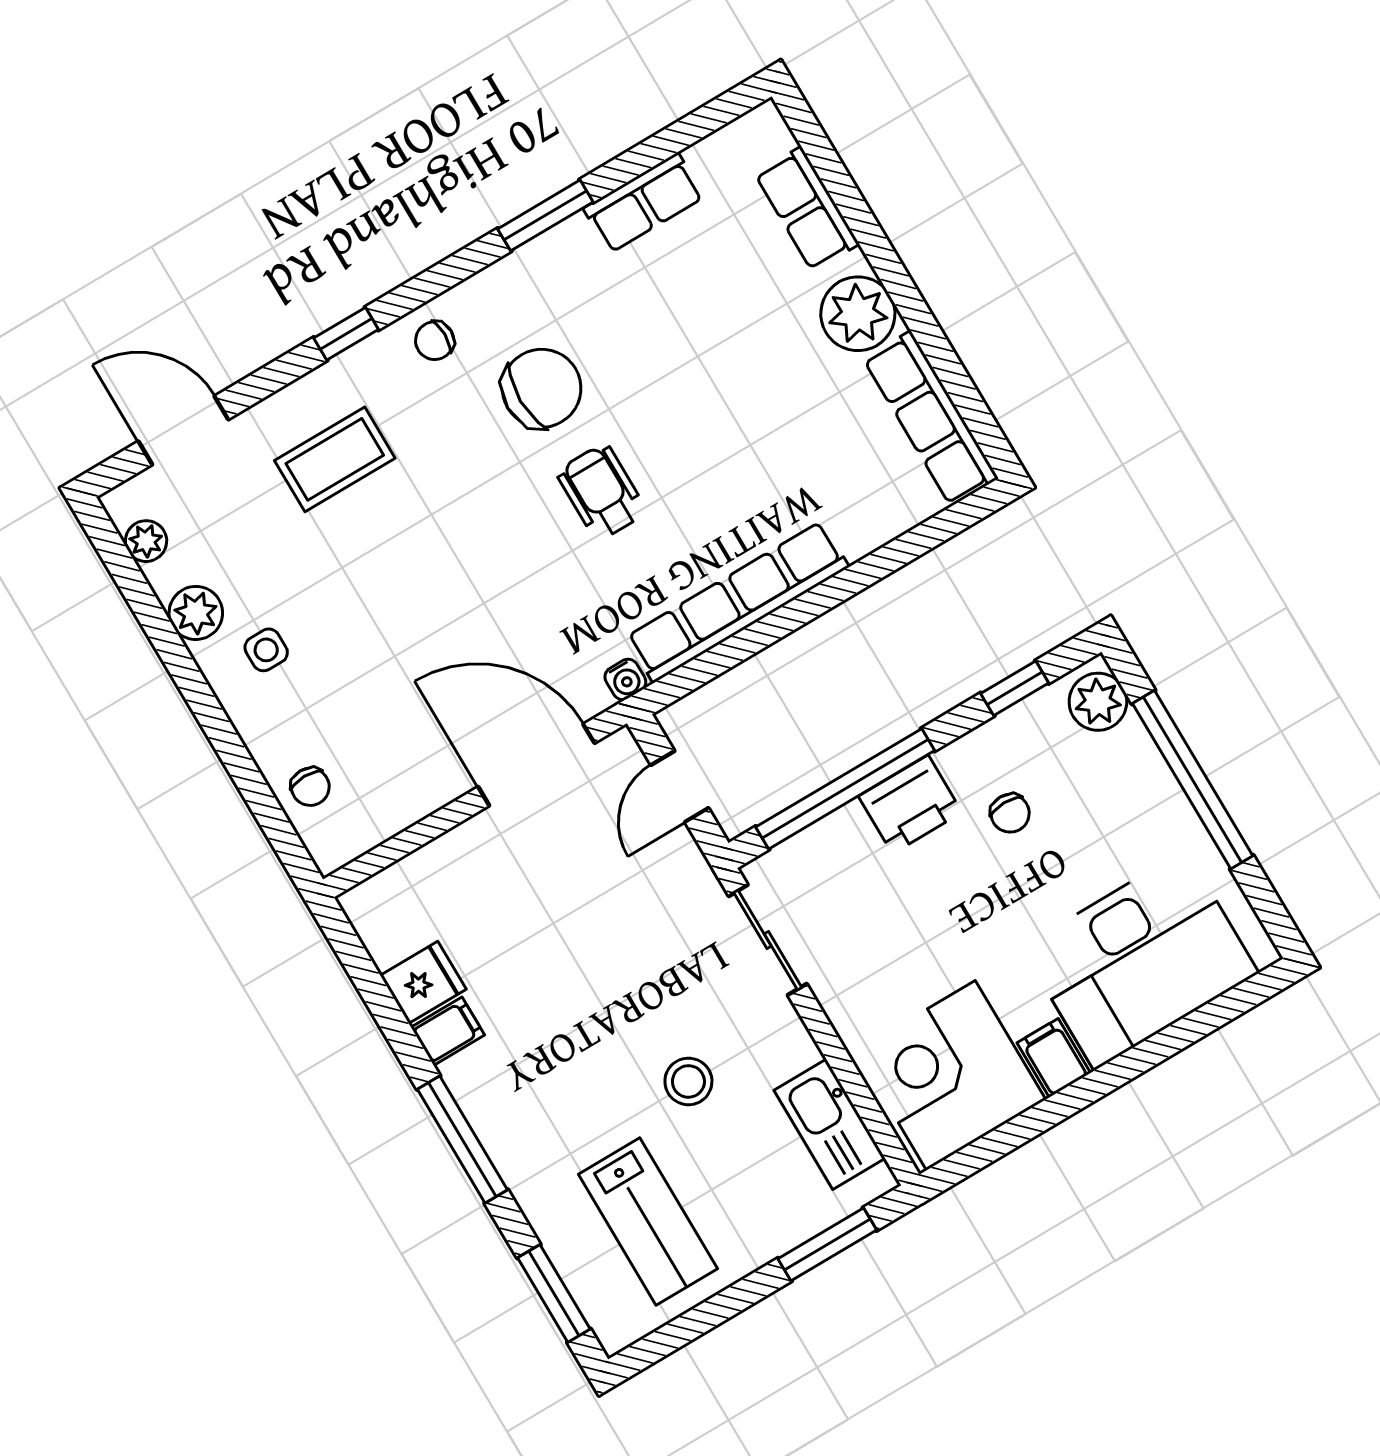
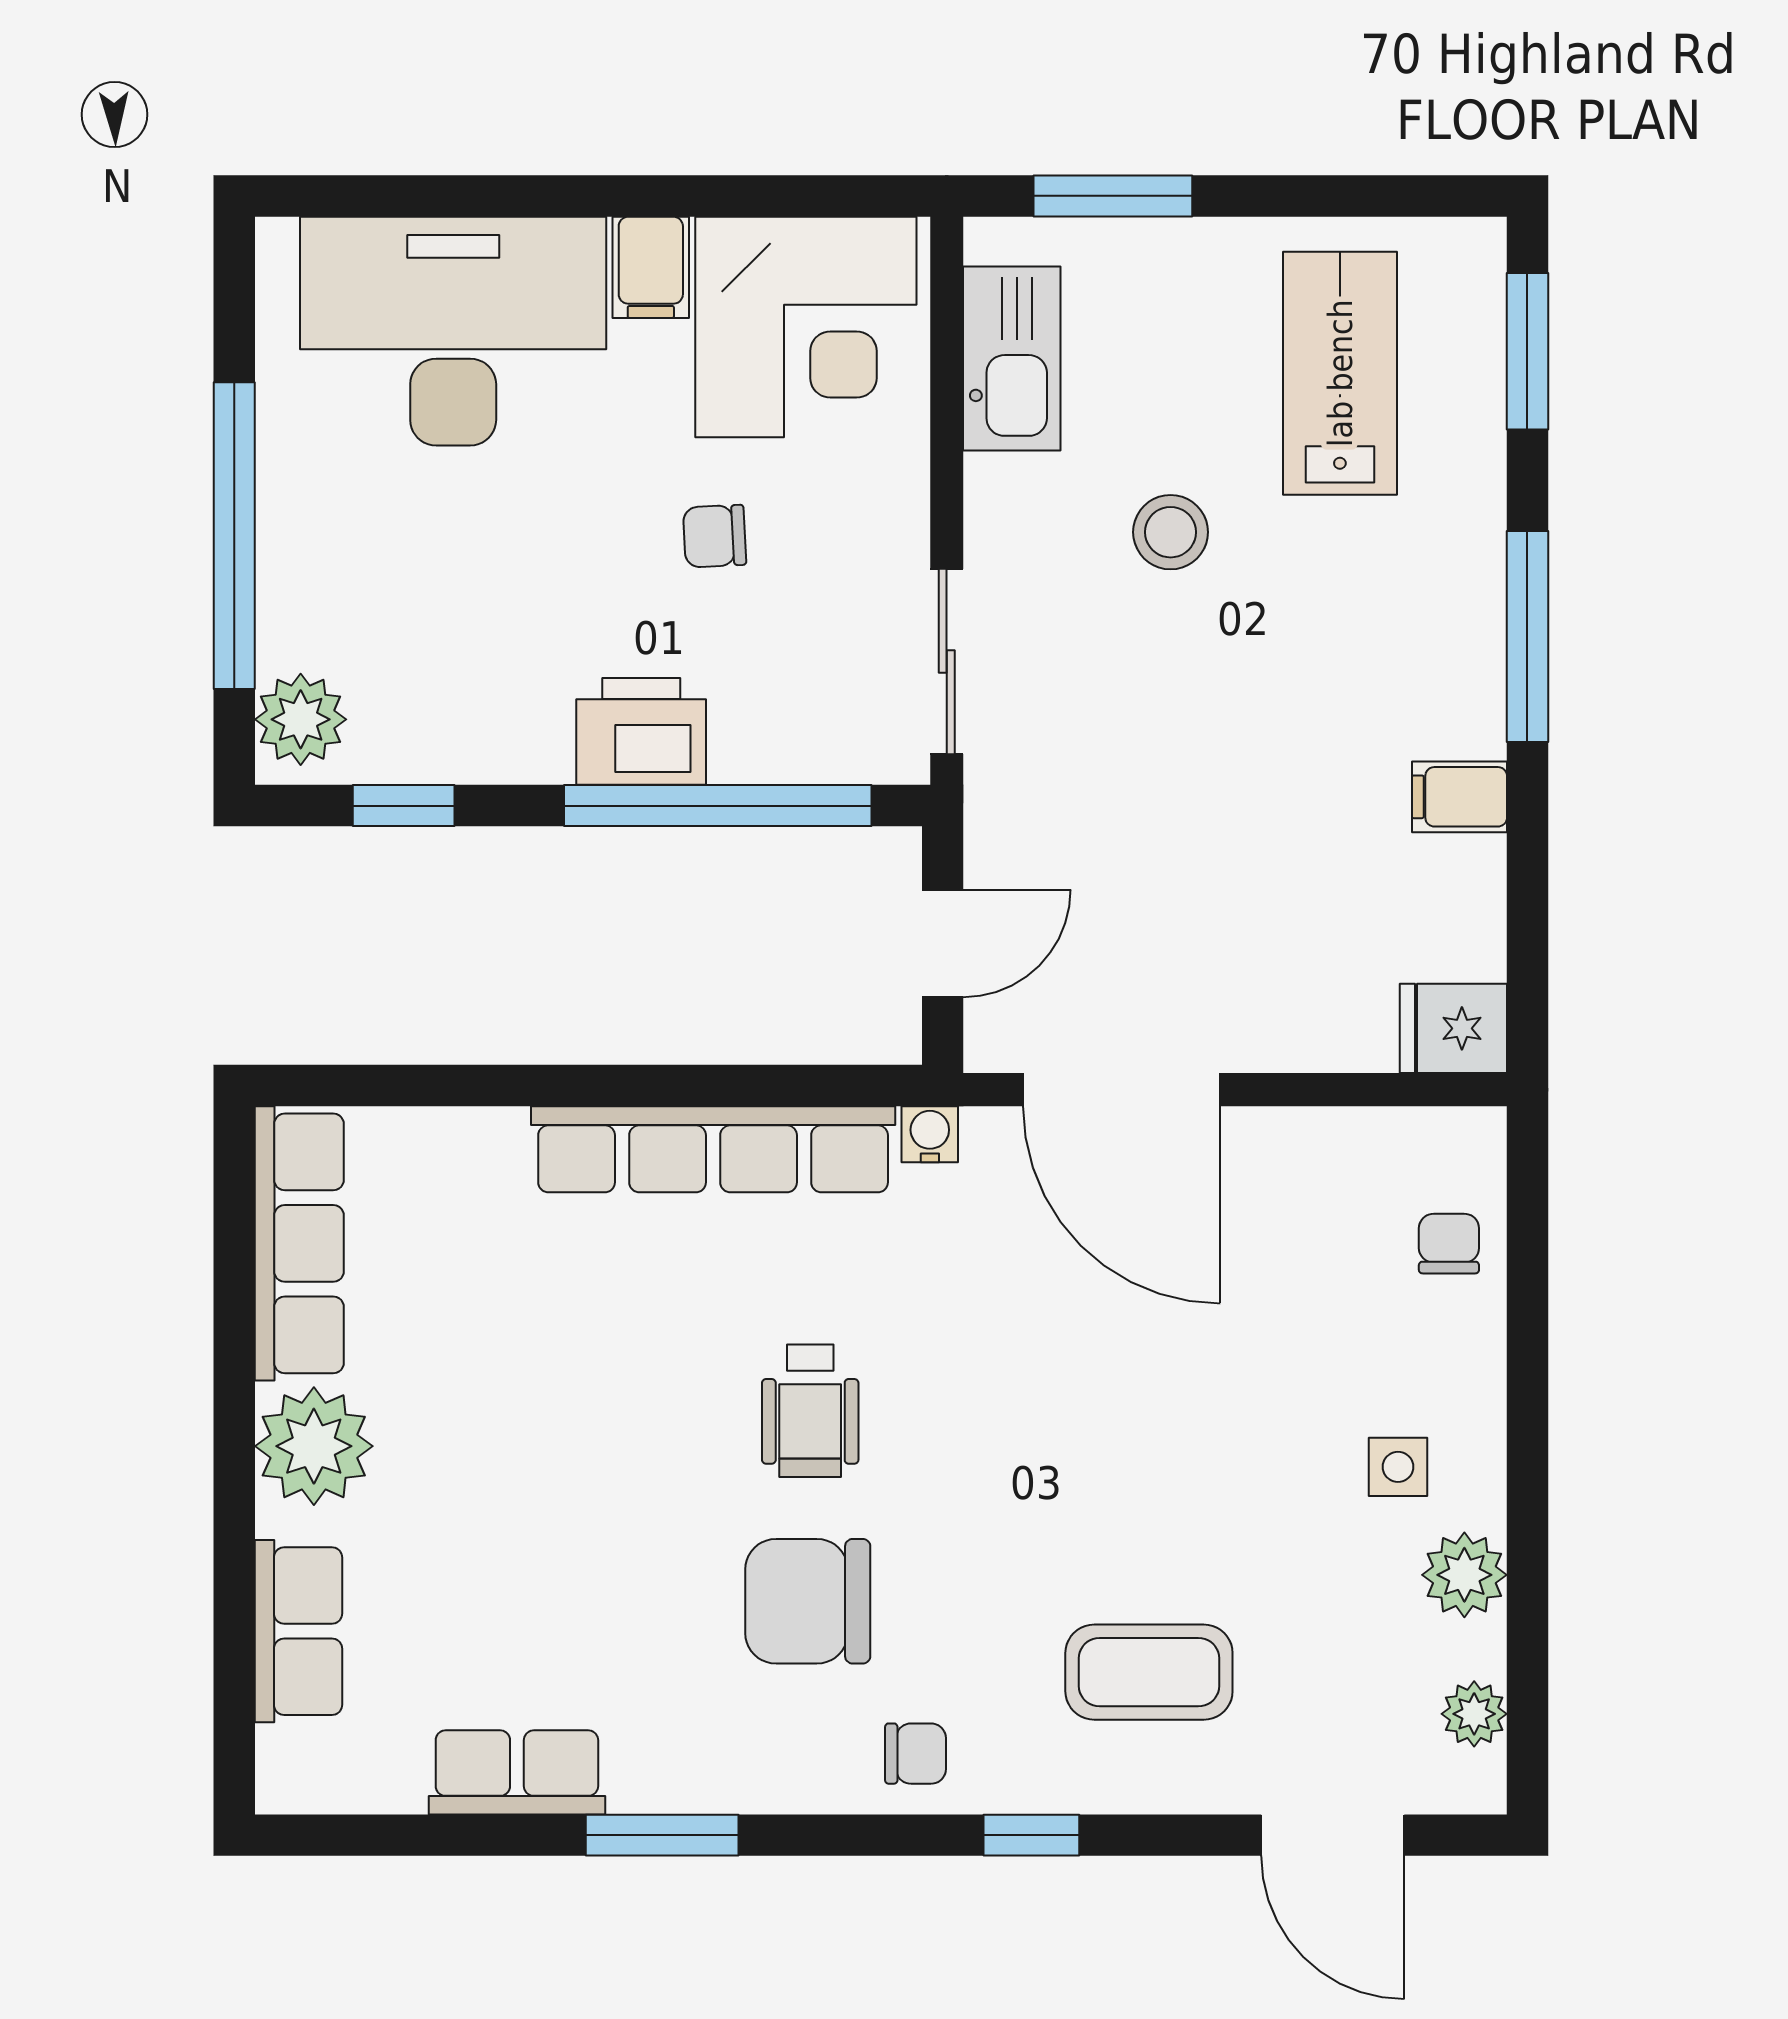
chair: (1010, 813) -> (715, 536), moved, turned -93
fridge: (423, 982) -> (1453, 1028), moved

